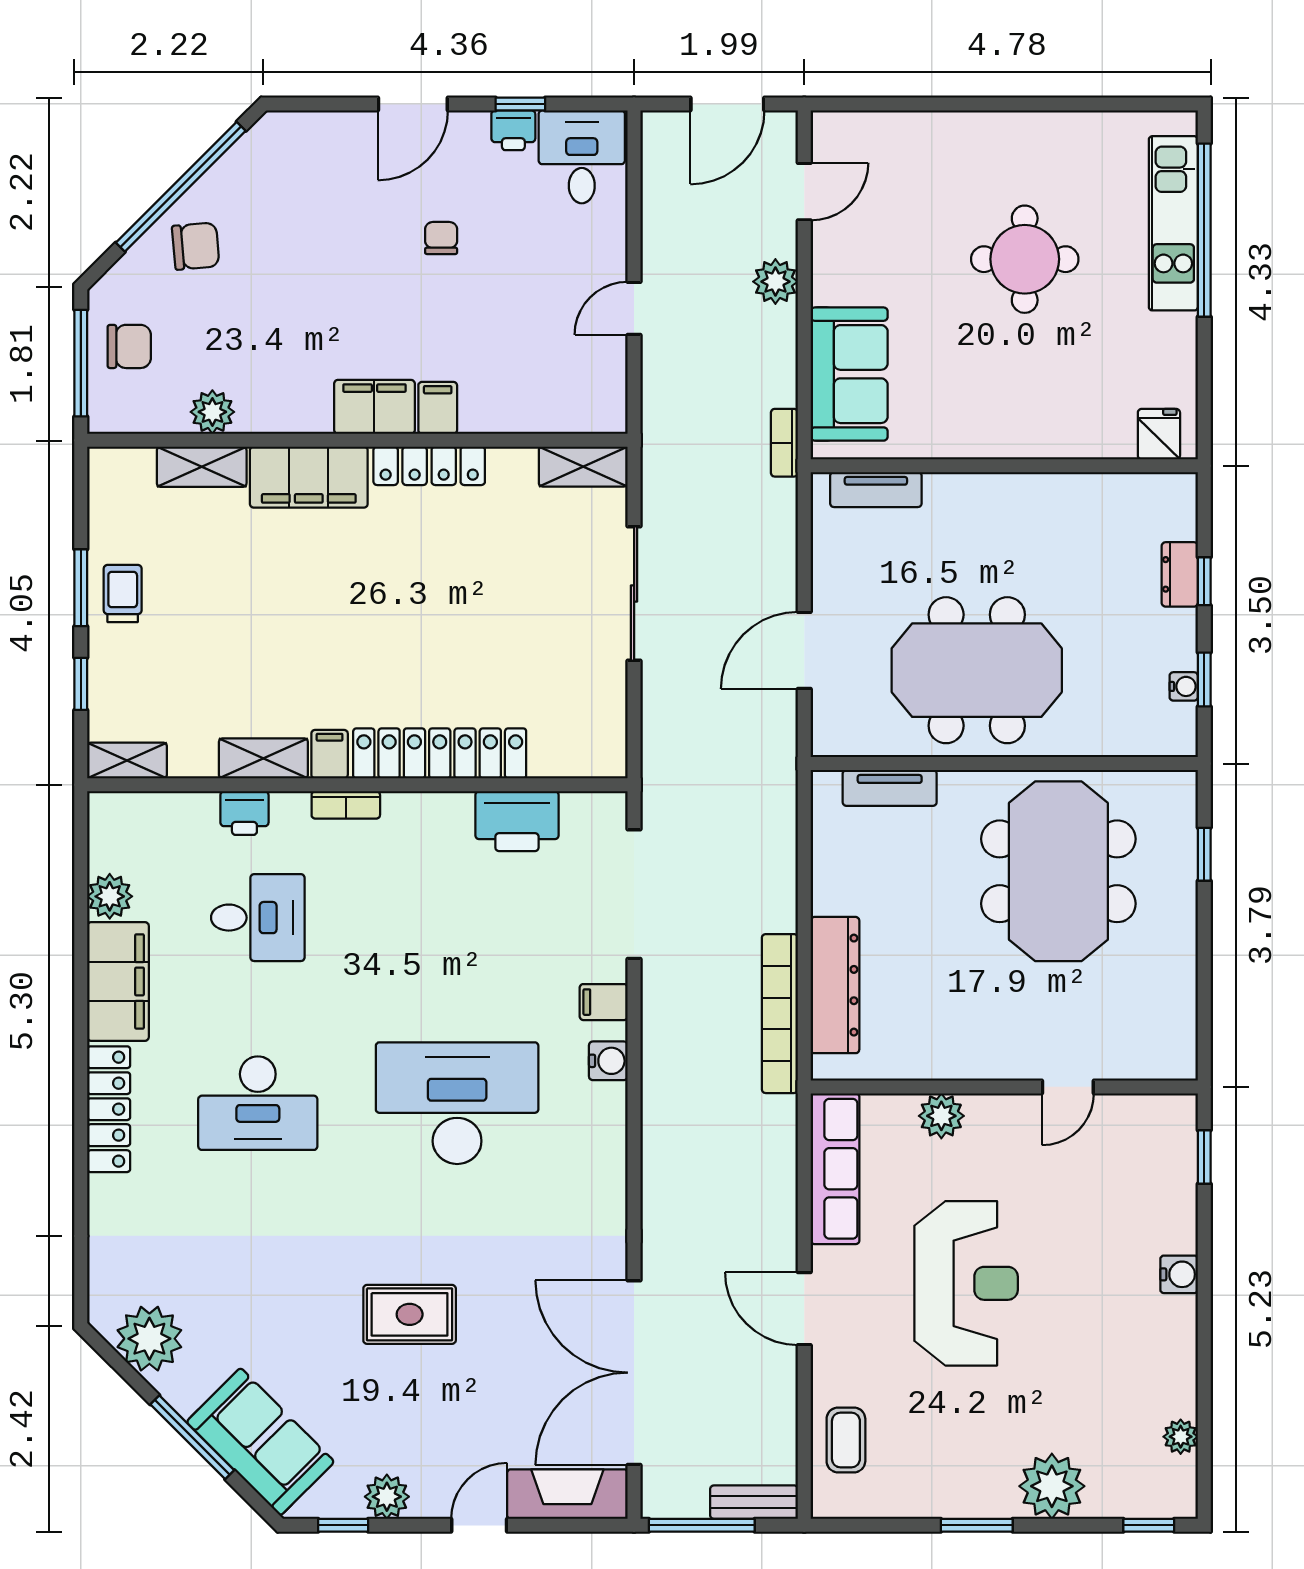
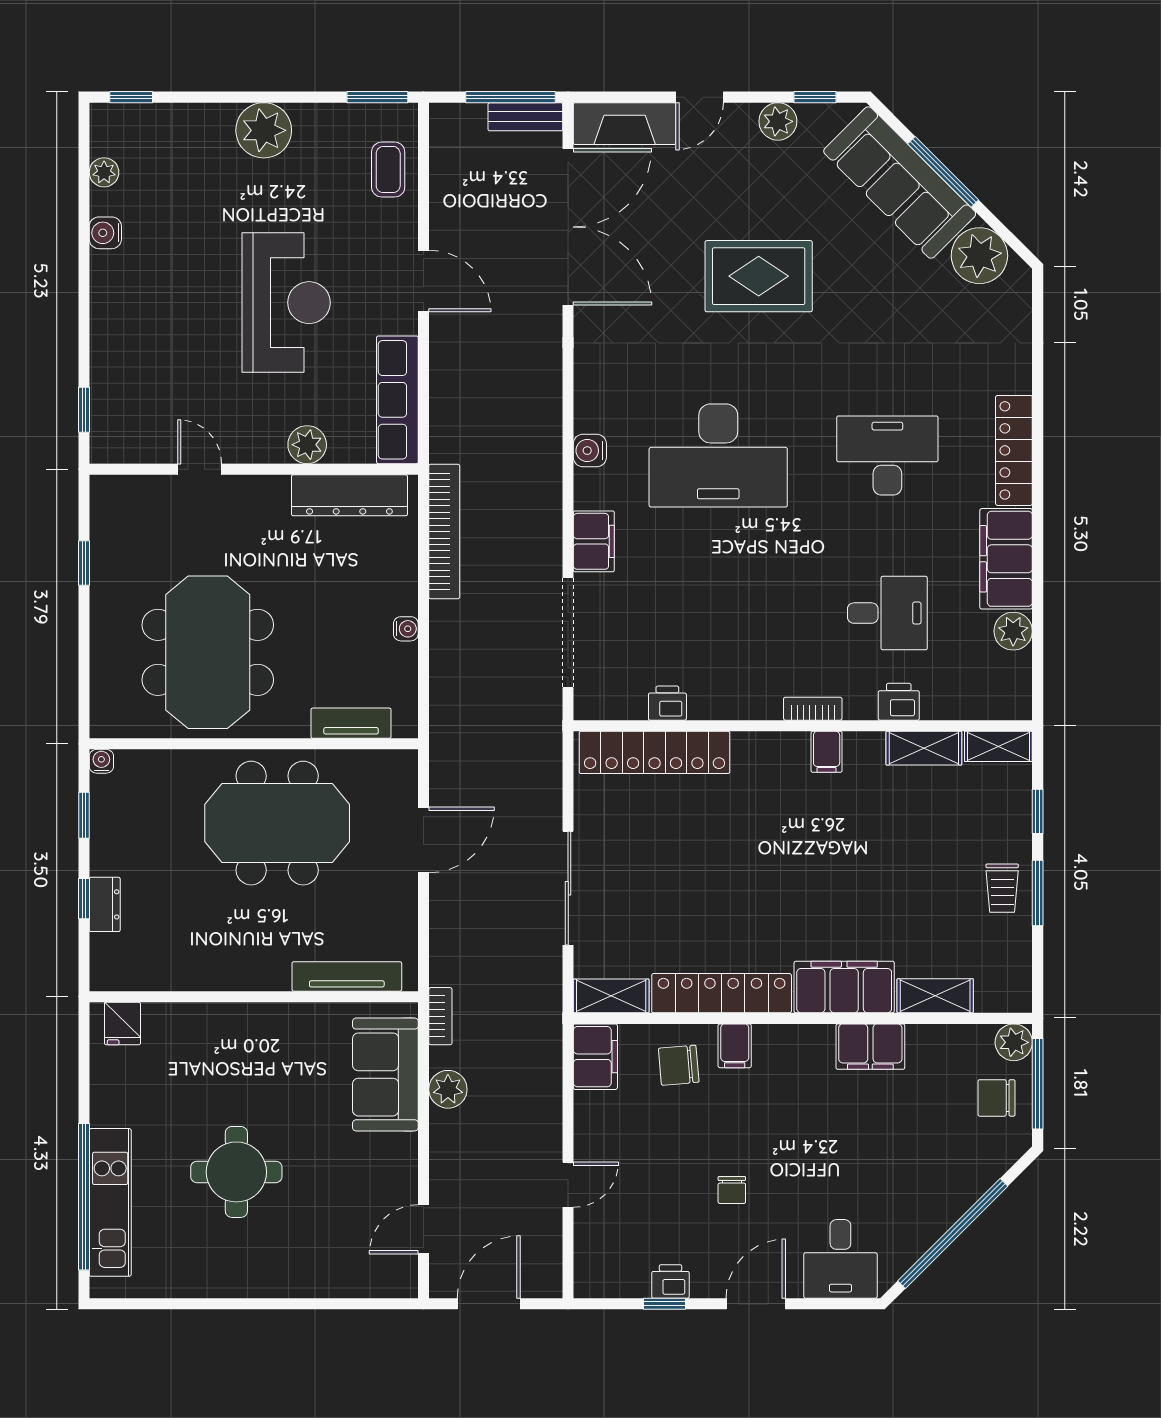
desk: (582, 157) -> (840, 1259), moved
chair: (196, 246) -> (679, 1065), moved
plant: (775, 282) -> (448, 1089), moved
door: (634, 308) -> (568, 1185), moved
filing cabinet: (602, 395) -> (595, 1057), added
filing cabinet: (374, 407) -> (870, 1047), moved
plant: (212, 412) -> (1014, 1042), moved
locker: (429, 466) -> (722, 993), width x1.41, depth x1.21
tv unit: (876, 490) -> (347, 976), width x1.41
water cooler: (1184, 686) -> (101, 761), moved, turned 90
locker: (440, 753) -> (655, 752), moved
shelving: (263, 758) -> (924, 748), moved
printer: (517, 821) -> (667, 703), width x0.53, depth x0.68
window: (1204, 854) -> (84, 563), moved
water cooler: (825, 899) -> (406, 629), added
desk: (258, 918) -> (887, 613), turned 180
dresser: (835, 985) -> (349, 495), moved, turned -90
filing cabinet: (604, 1002) -> (594, 541), width x2.00
water cooler: (608, 1061) -> (590, 451), moved
door: (1068, 1087) -> (200, 469), hinge flipped
water cooler: (1179, 1274) -> (105, 233), moved
reception desk: (966, 1283) -> (286, 303), turned 180
rug: (410, 1314) -> (759, 276), width x1.36, depth x1.43
sofa: (260, 1442) -> (900, 182), width x1.36
plant: (1052, 1486) -> (264, 130), moved
bench: (754, 1502) -> (525, 117), moved
window: (977, 1525) -> (377, 97), moved

